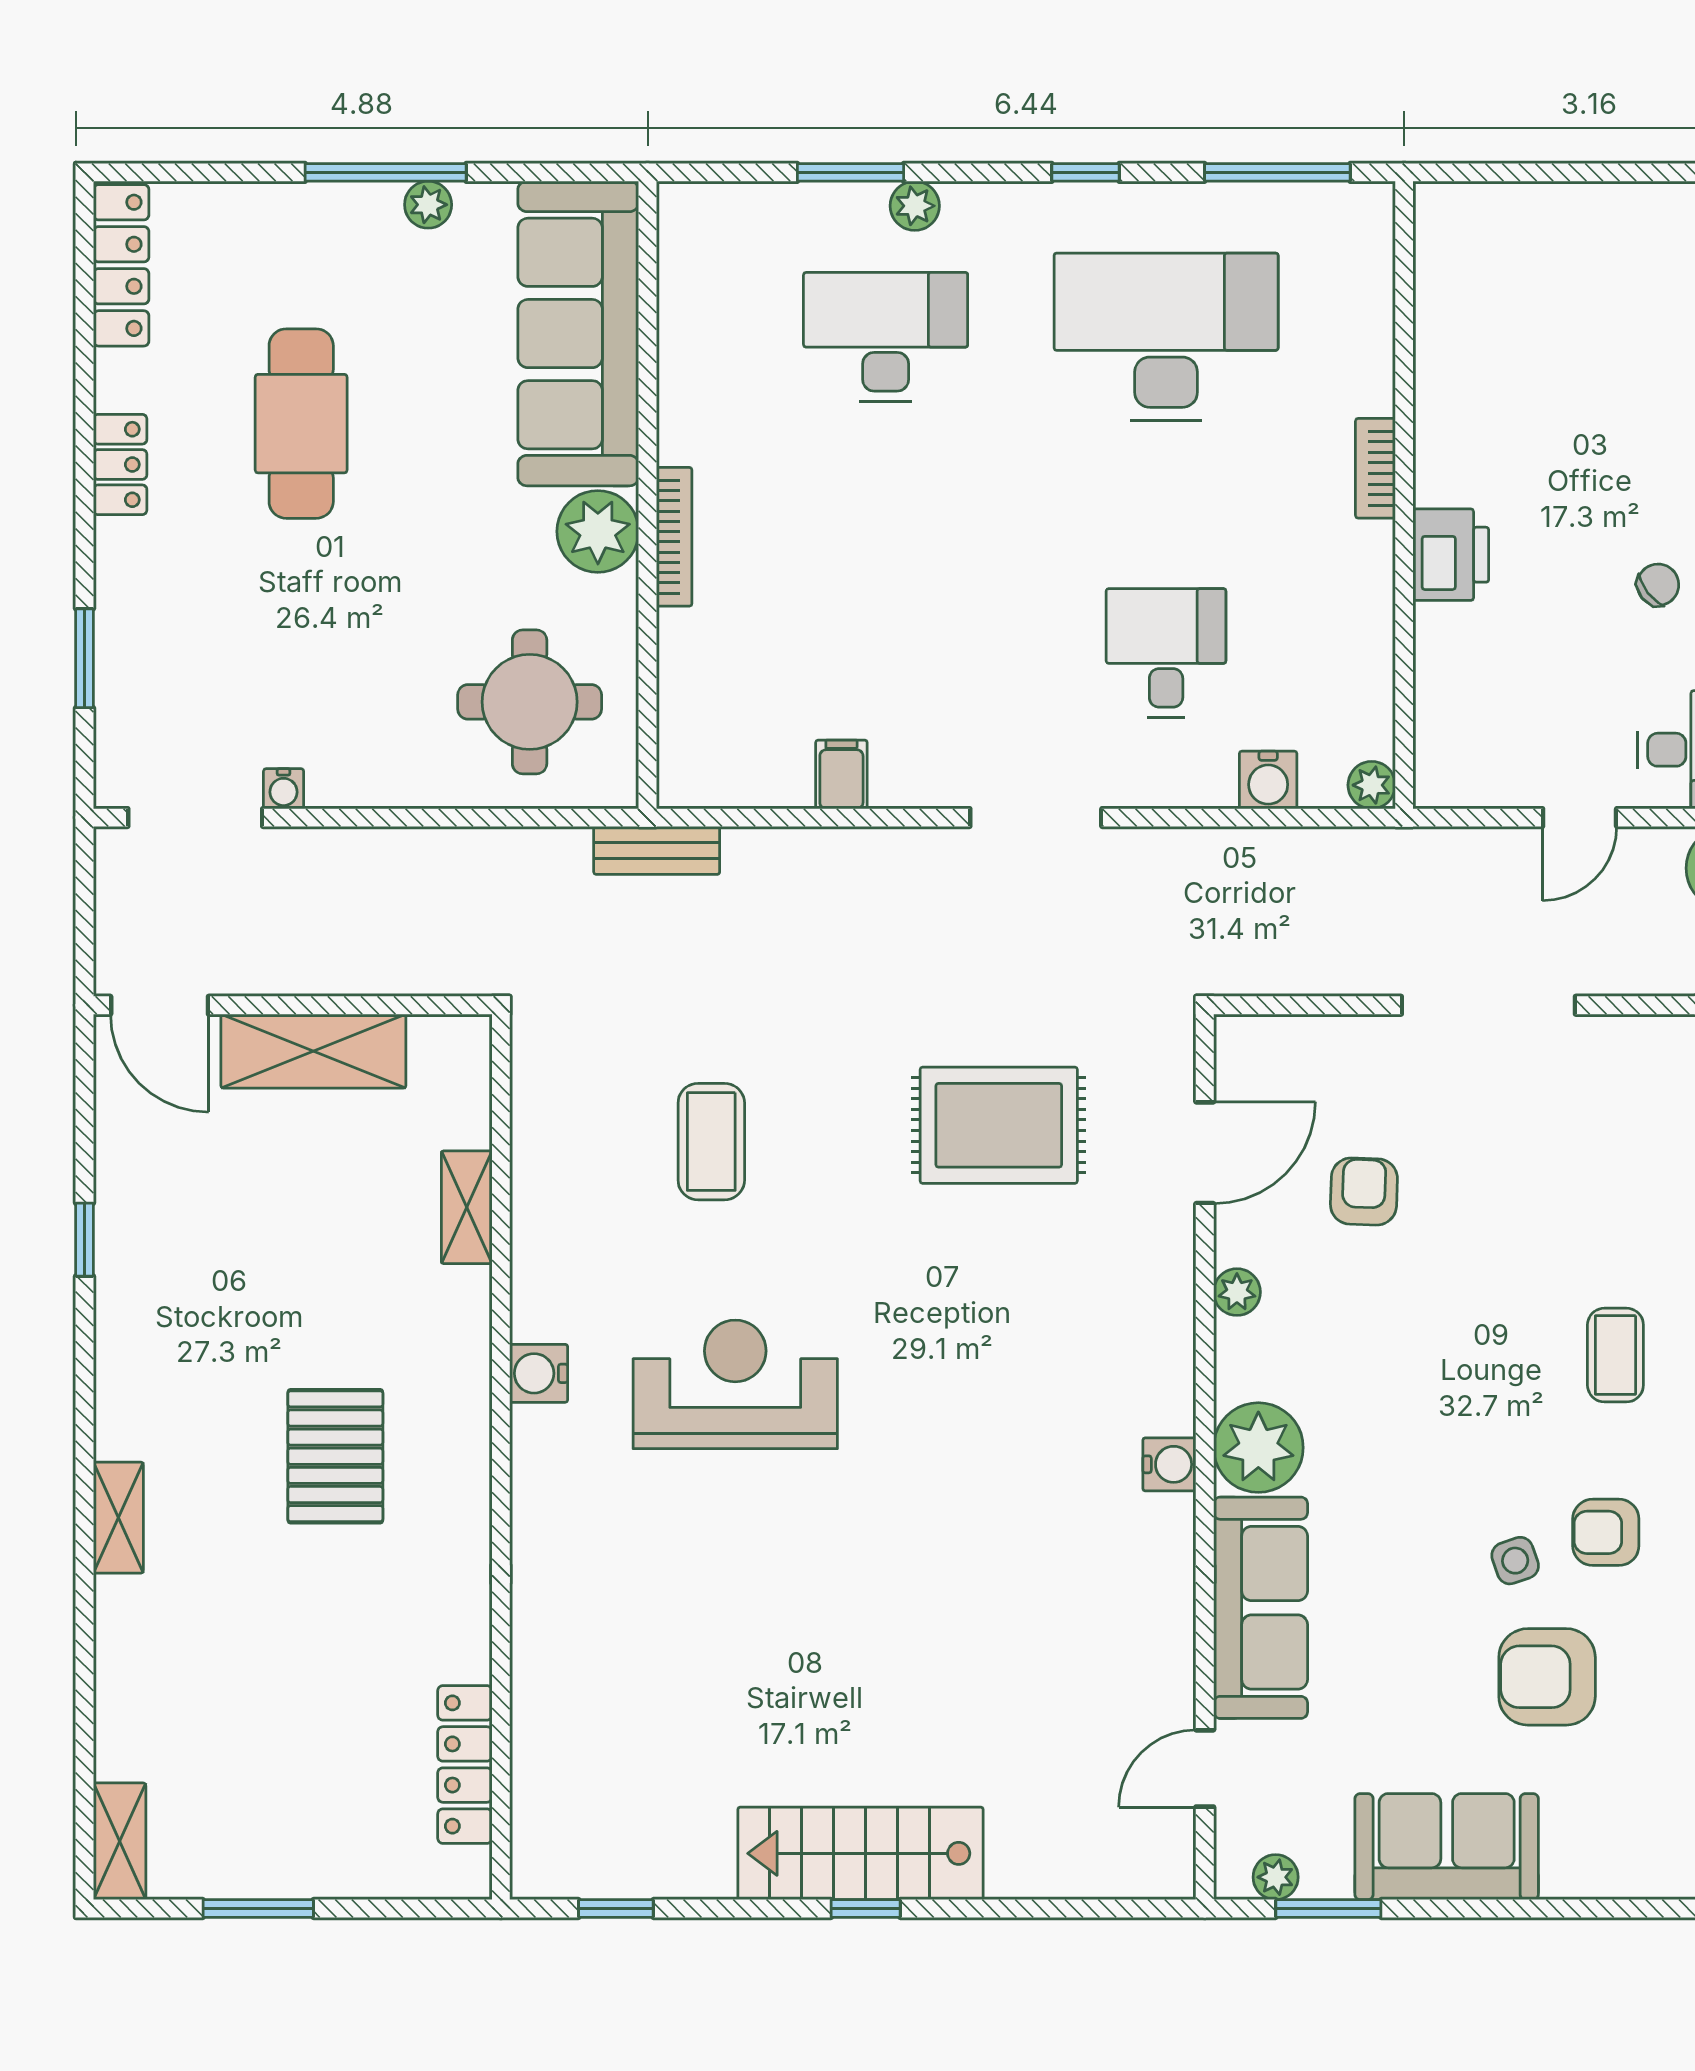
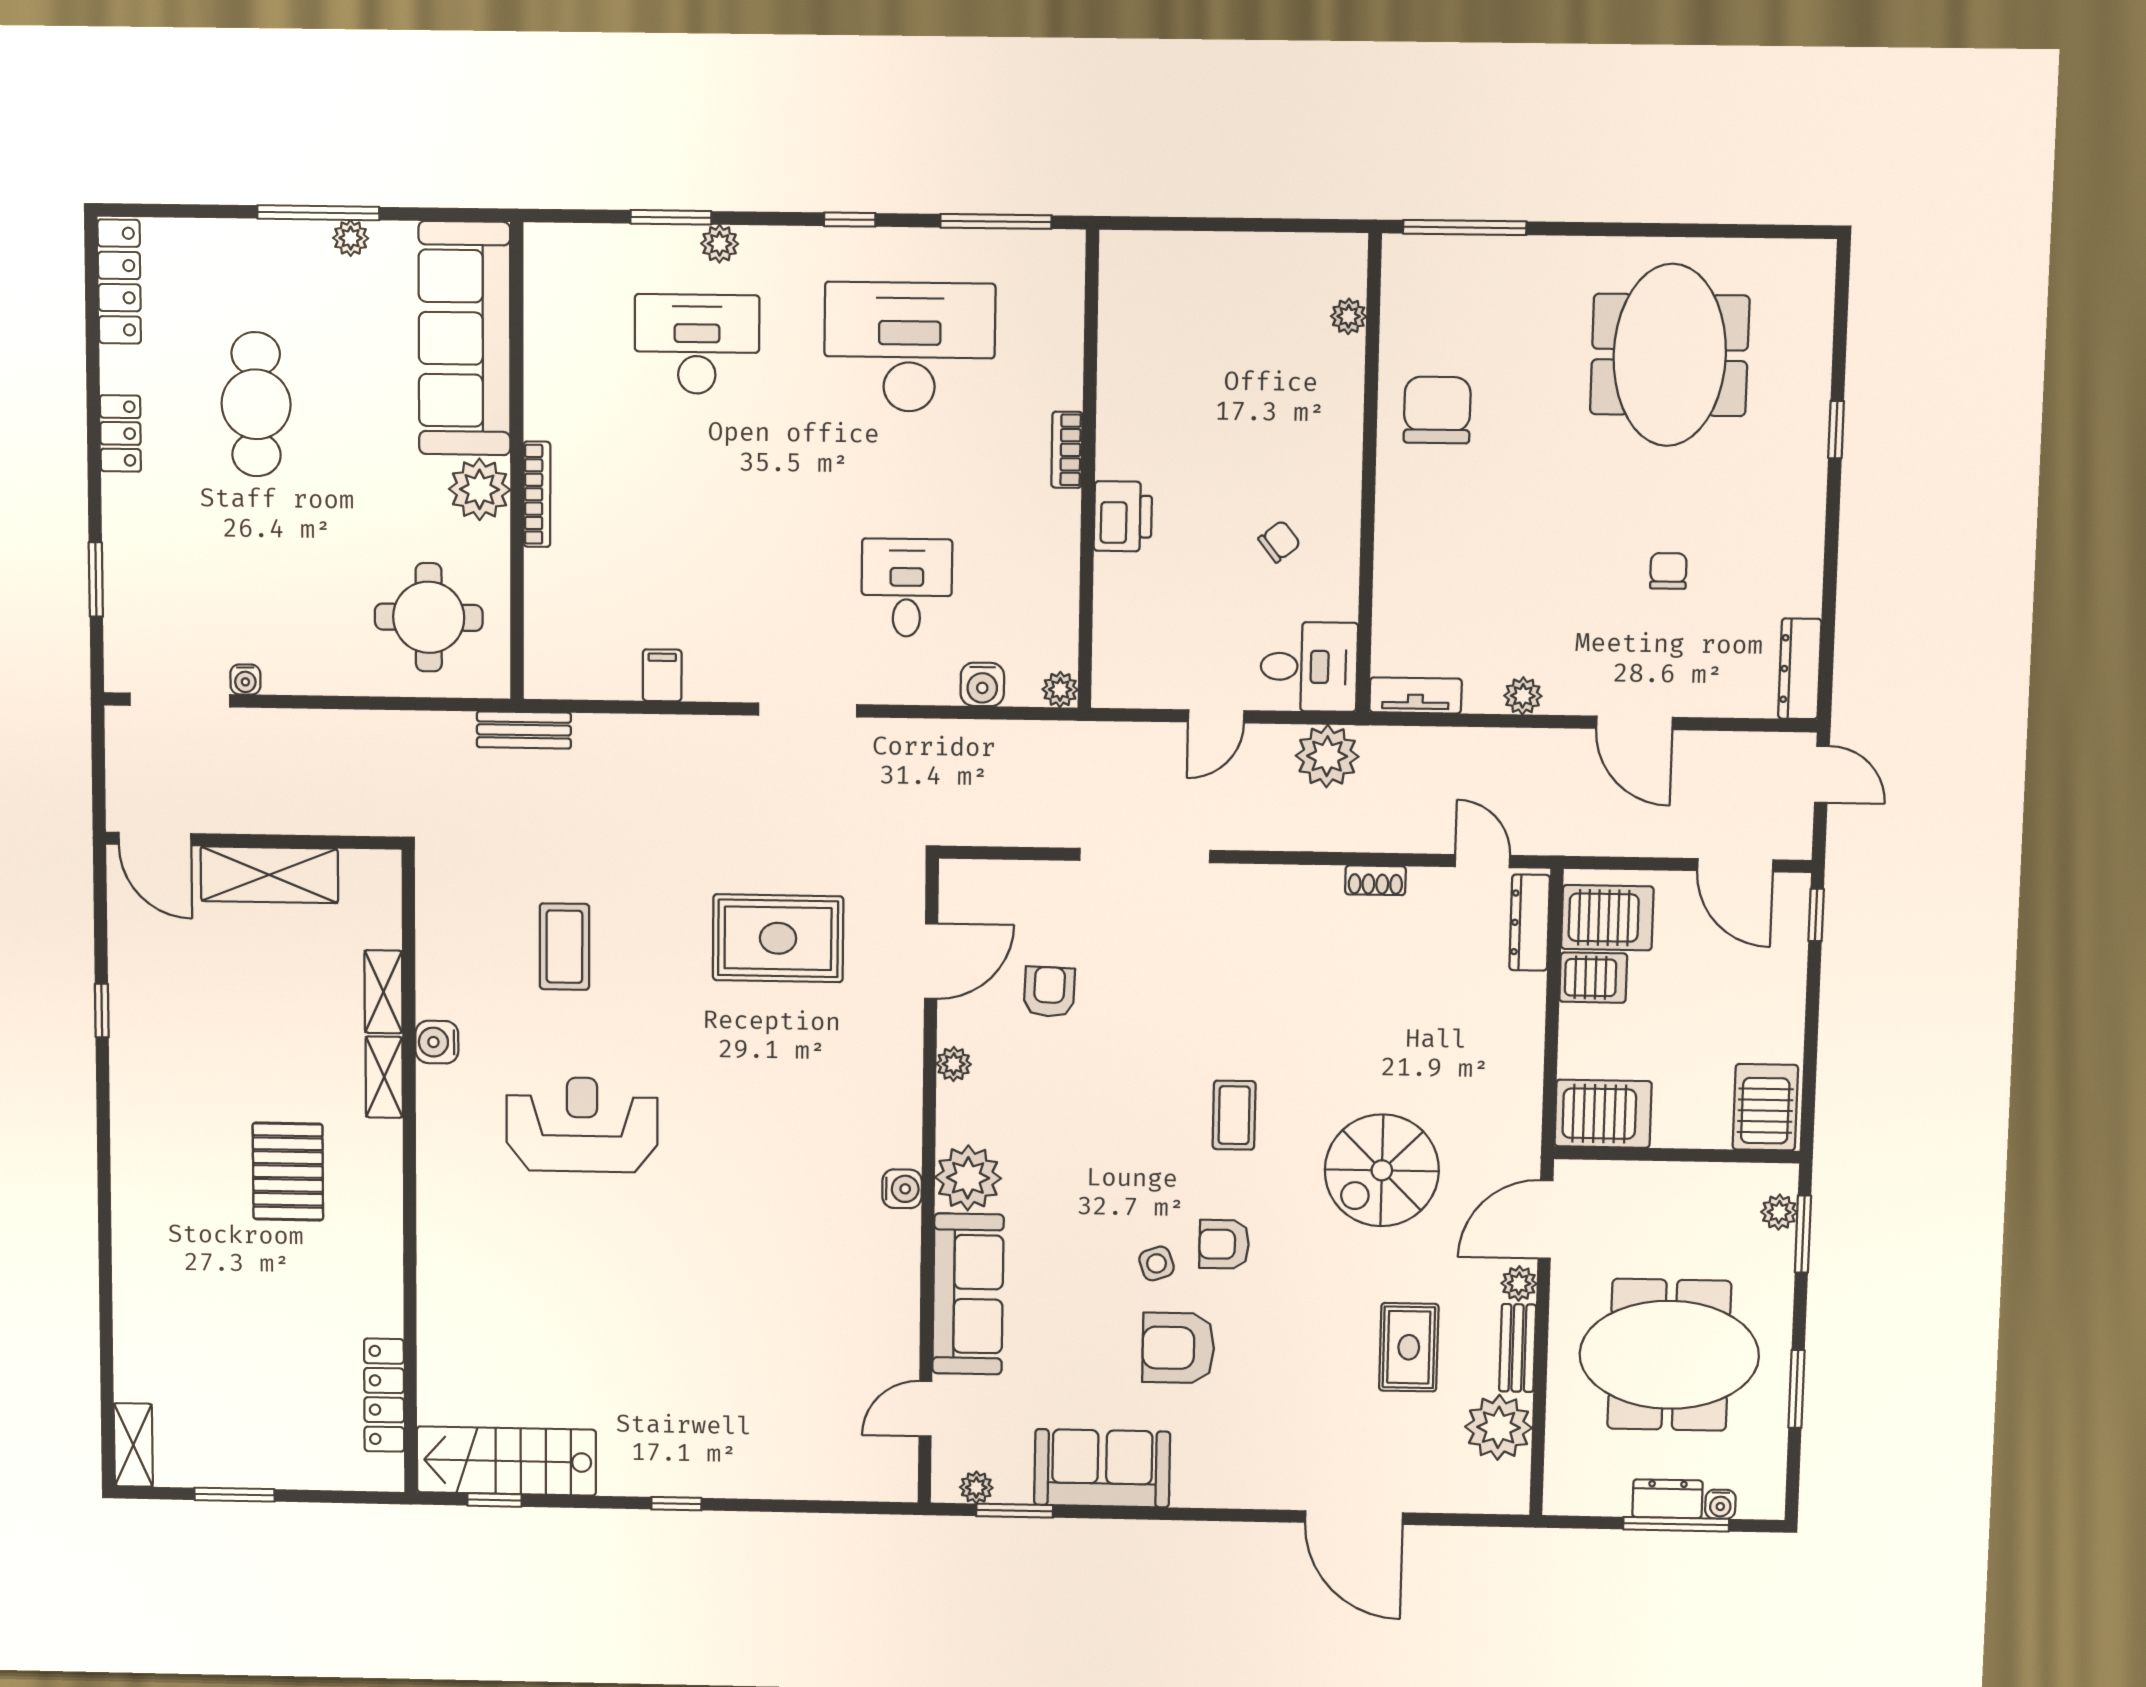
water cooler: (539, 1373) -> (437, 1042), moved
shelving: (118, 1518) -> (384, 1077), moved
stairs: (860, 1853) -> (506, 1461), moved

